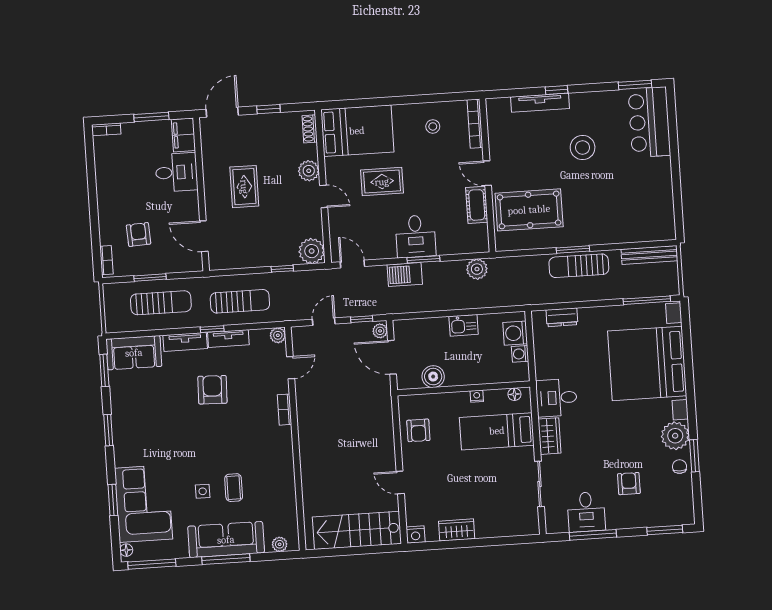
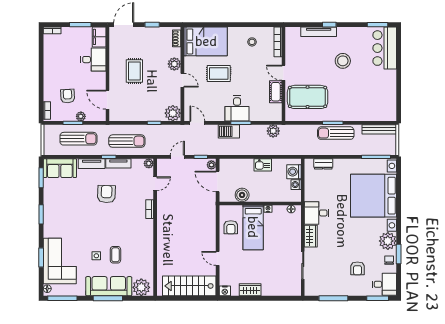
plant: (162, 266) -> (81, 116), added
bed: (497, 431) -> (253, 227), moved, turned -90
armchair: (629, 484) -> (357, 268), turned 180
desk: (586, 512) -> (384, 284), moved, turned -90
plant: (280, 544) -> (141, 287), width x1.87, depth x1.87

